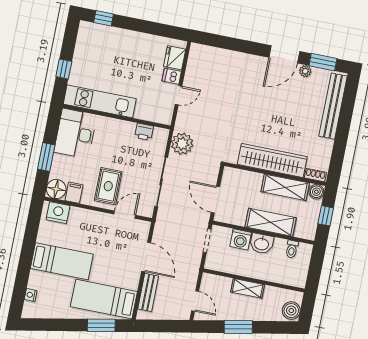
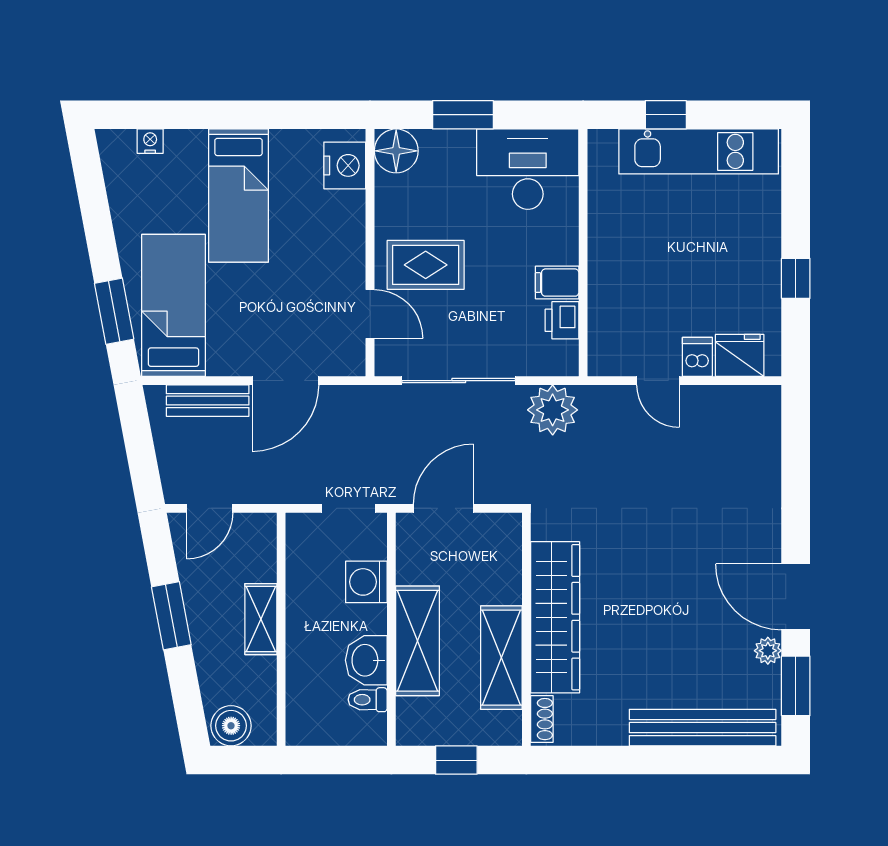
window: (104, 18) -> (796, 278), moved
kitchen unit: (100, 101) -> (699, 151), moved, turned 90
boiler: (316, 192) -> (505, 729), removed
filing cabinet: (74, 193) -> (557, 283), moved, turned 180
washbasin: (262, 244) -> (366, 660), moved

